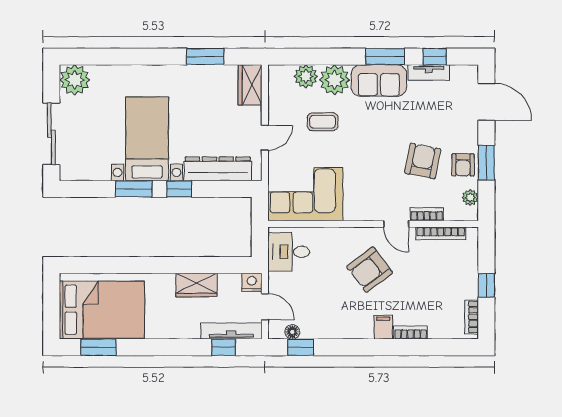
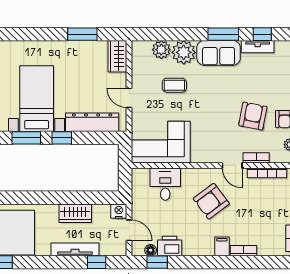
door: (265, 138) -> (129, 98), swing flipped
desk: (289, 252) -> (165, 184), moved, turned 90
printer: (316, 327) -> (170, 246), added
tv unit: (231, 331) -> (75, 249), moved

